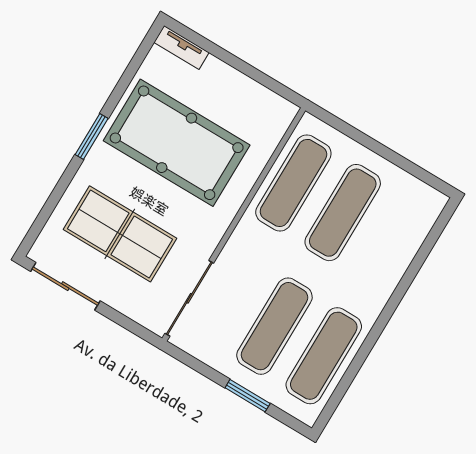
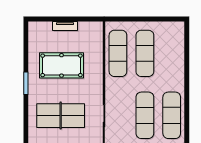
tv unit: (182, 48) -> (65, 26), moved
pool table: (177, 143) -> (62, 65), width x0.73, depth x0.76

